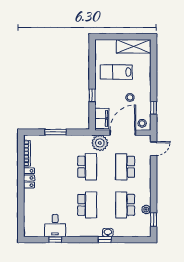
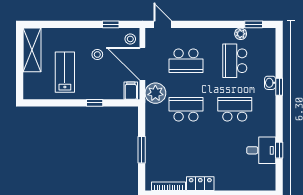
lab bench: (116, 72) -> (65, 72), turned 180
filing cabinet: (102, 118) -> (131, 91), width x0.50
school desk: (125, 205) -> (235, 61), turned 90

